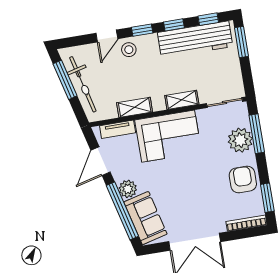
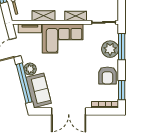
armchair: (243, 180) -> (107, 75), turned 180

